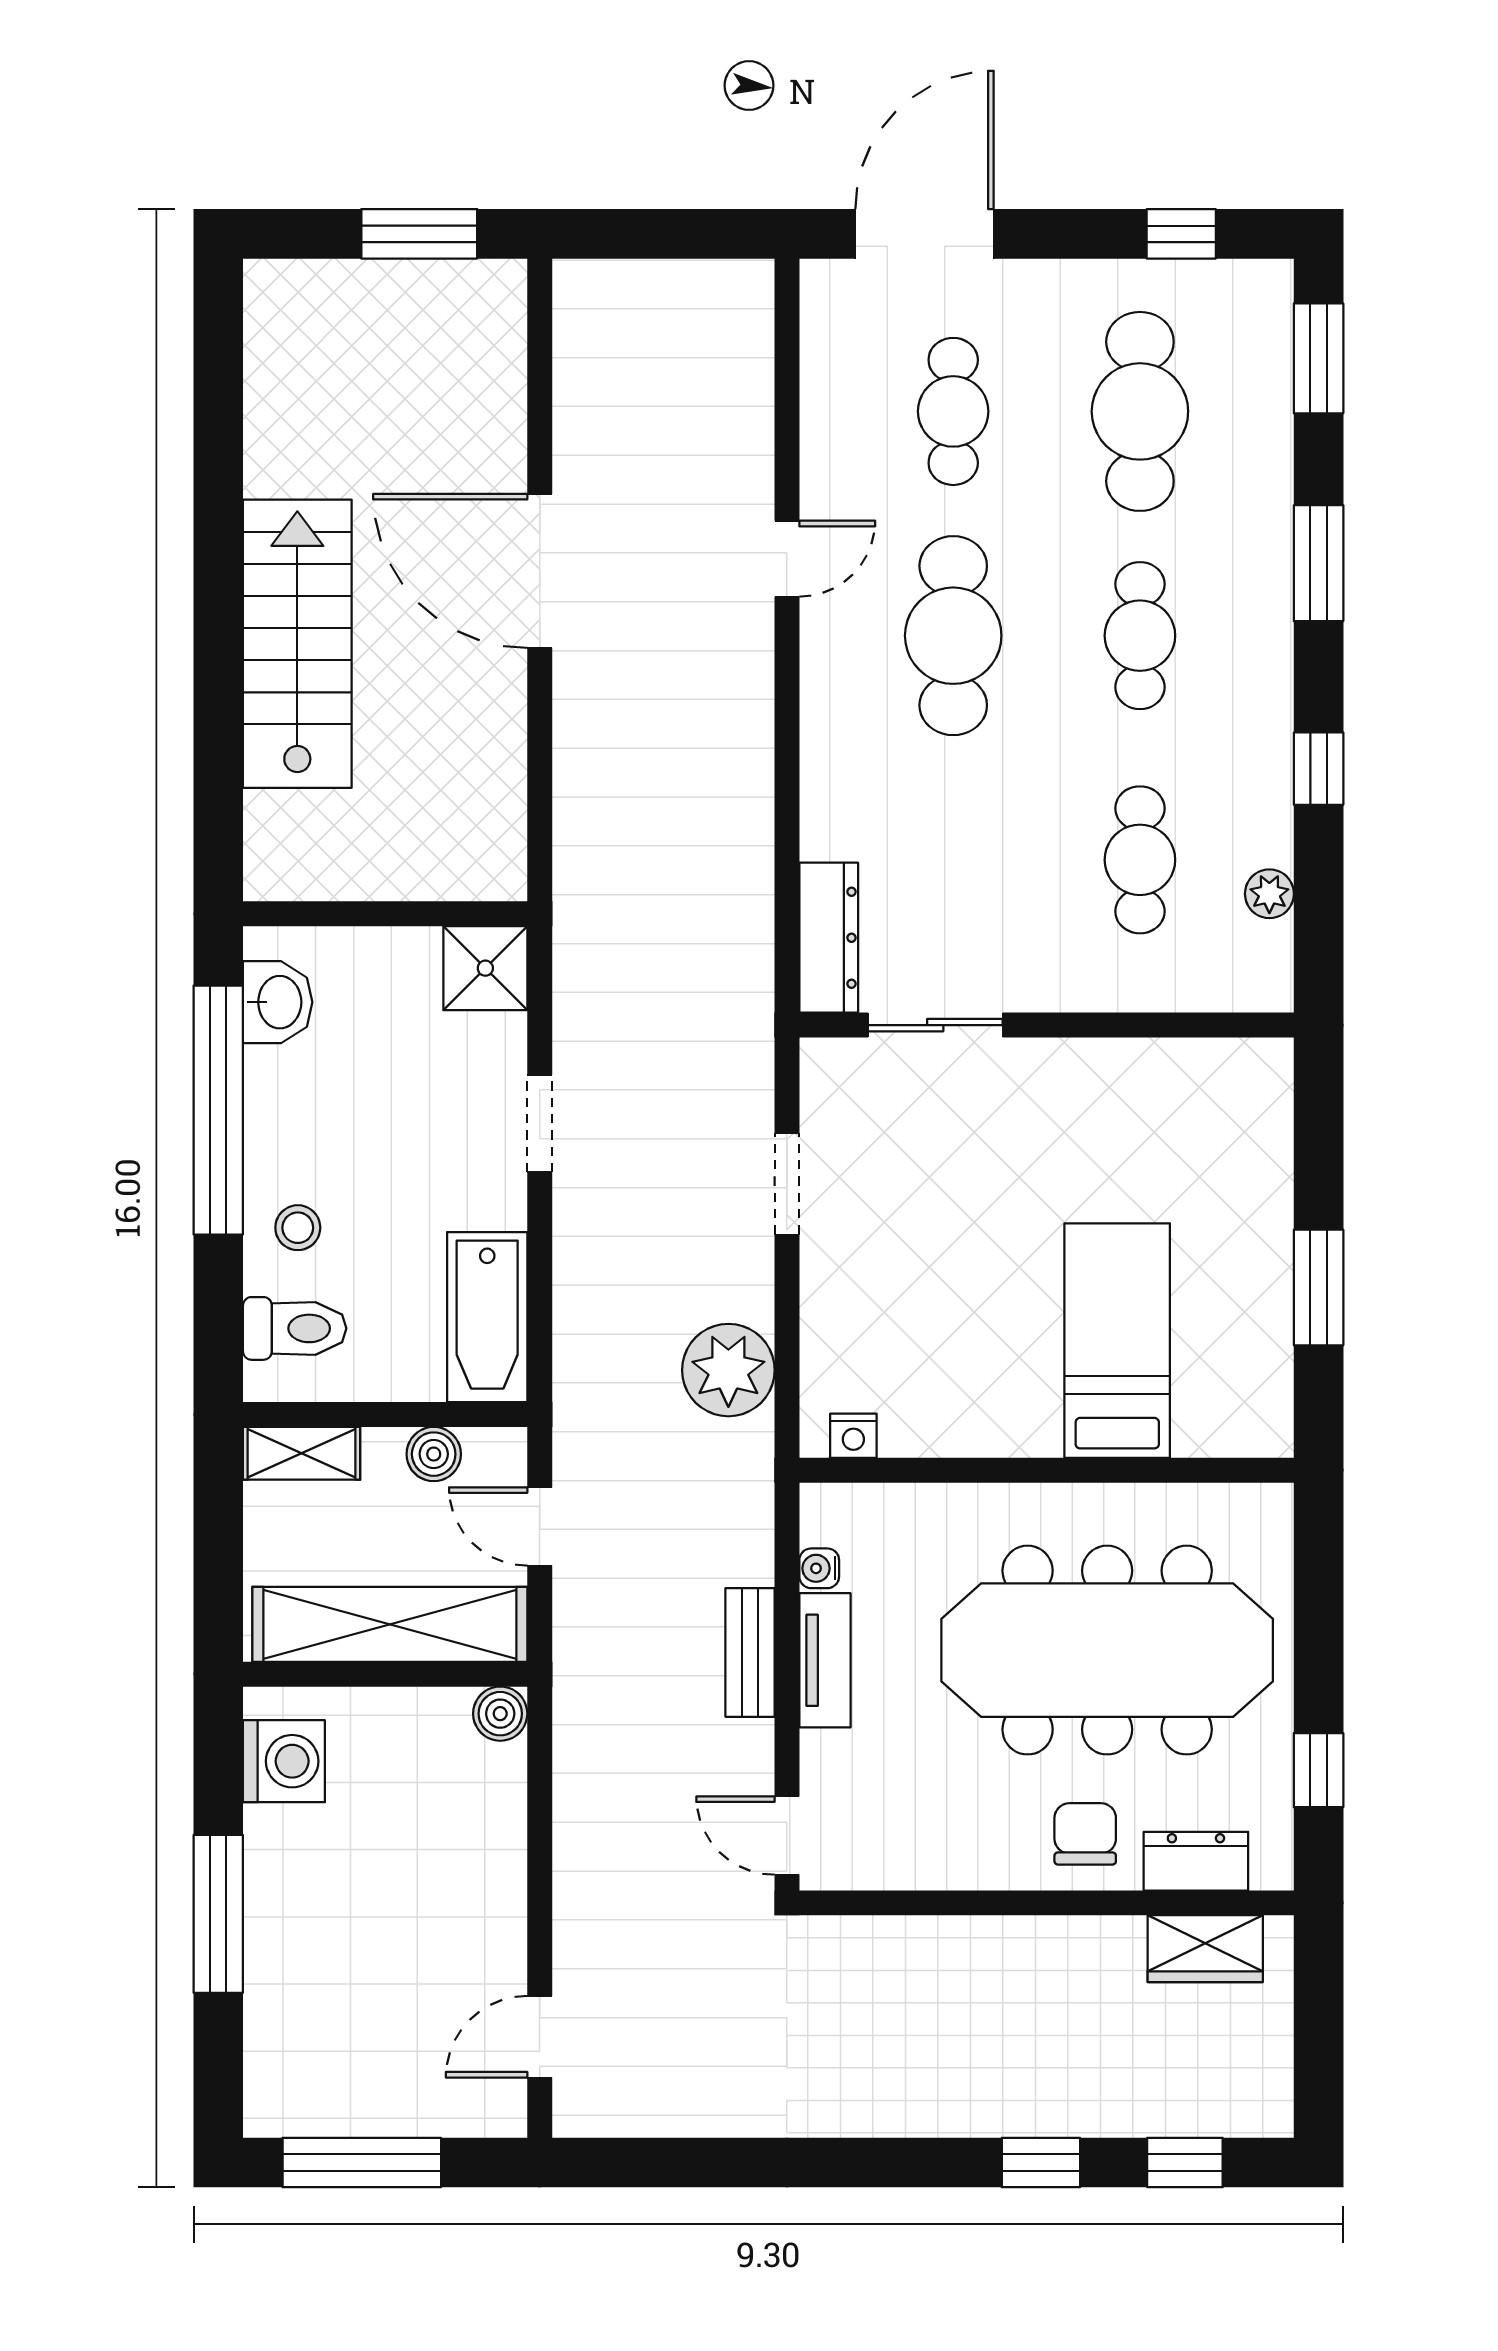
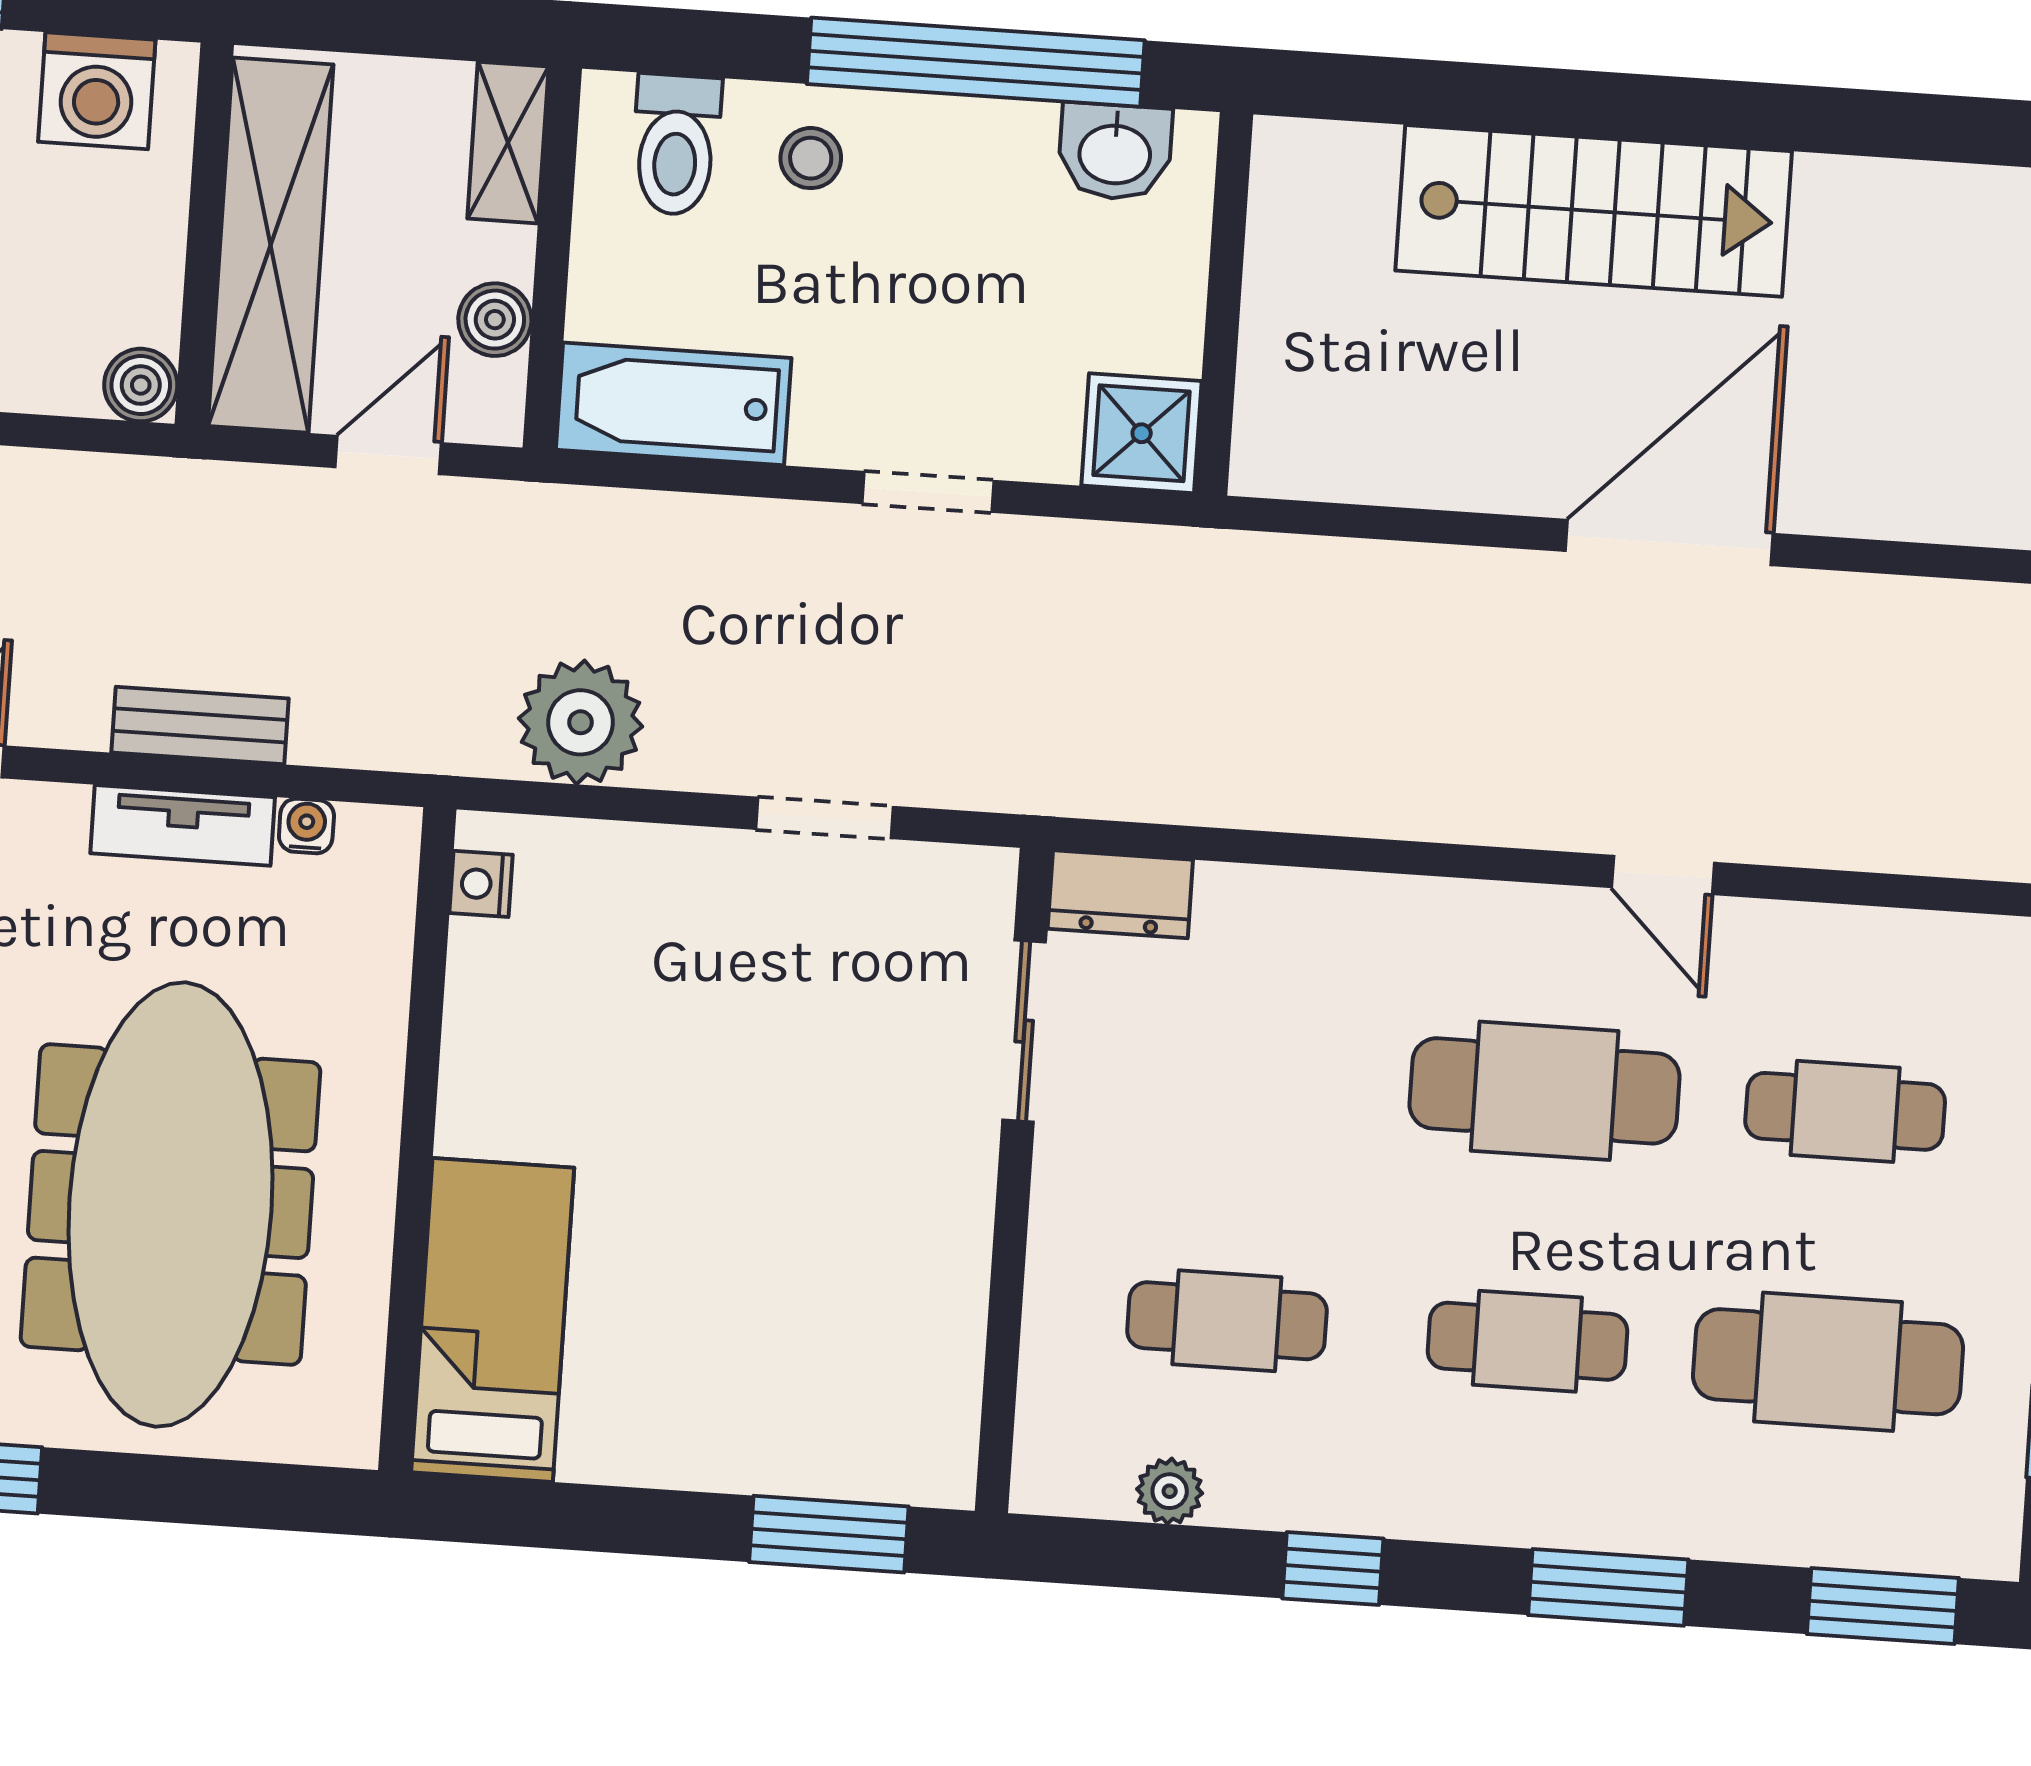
dresser: (829, 938) -> (1120, 894), width x0.70
window: (1319, 1287) -> (829, 1534), moved
bed: (1117, 1341) -> (493, 1320), moved, turned -90

